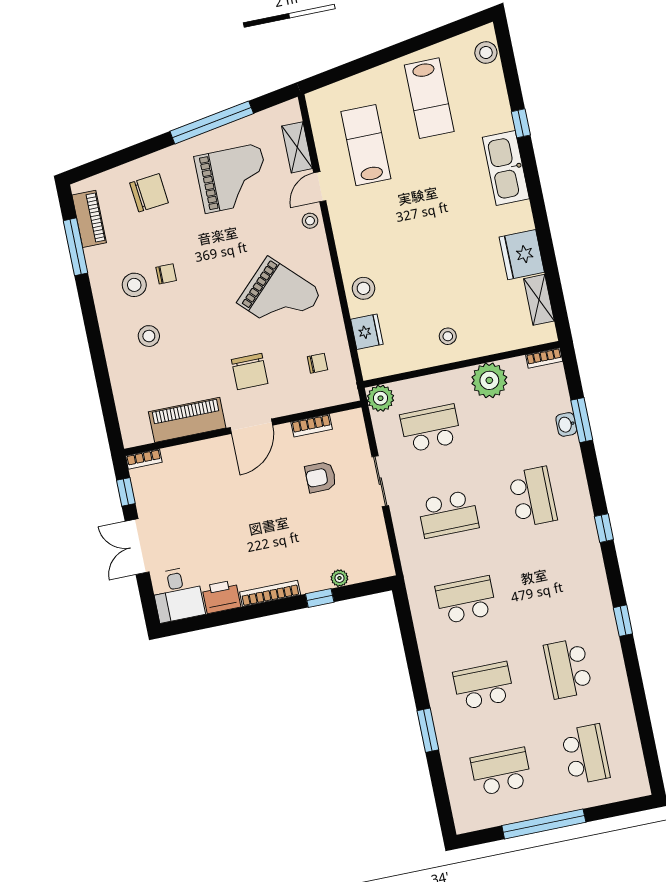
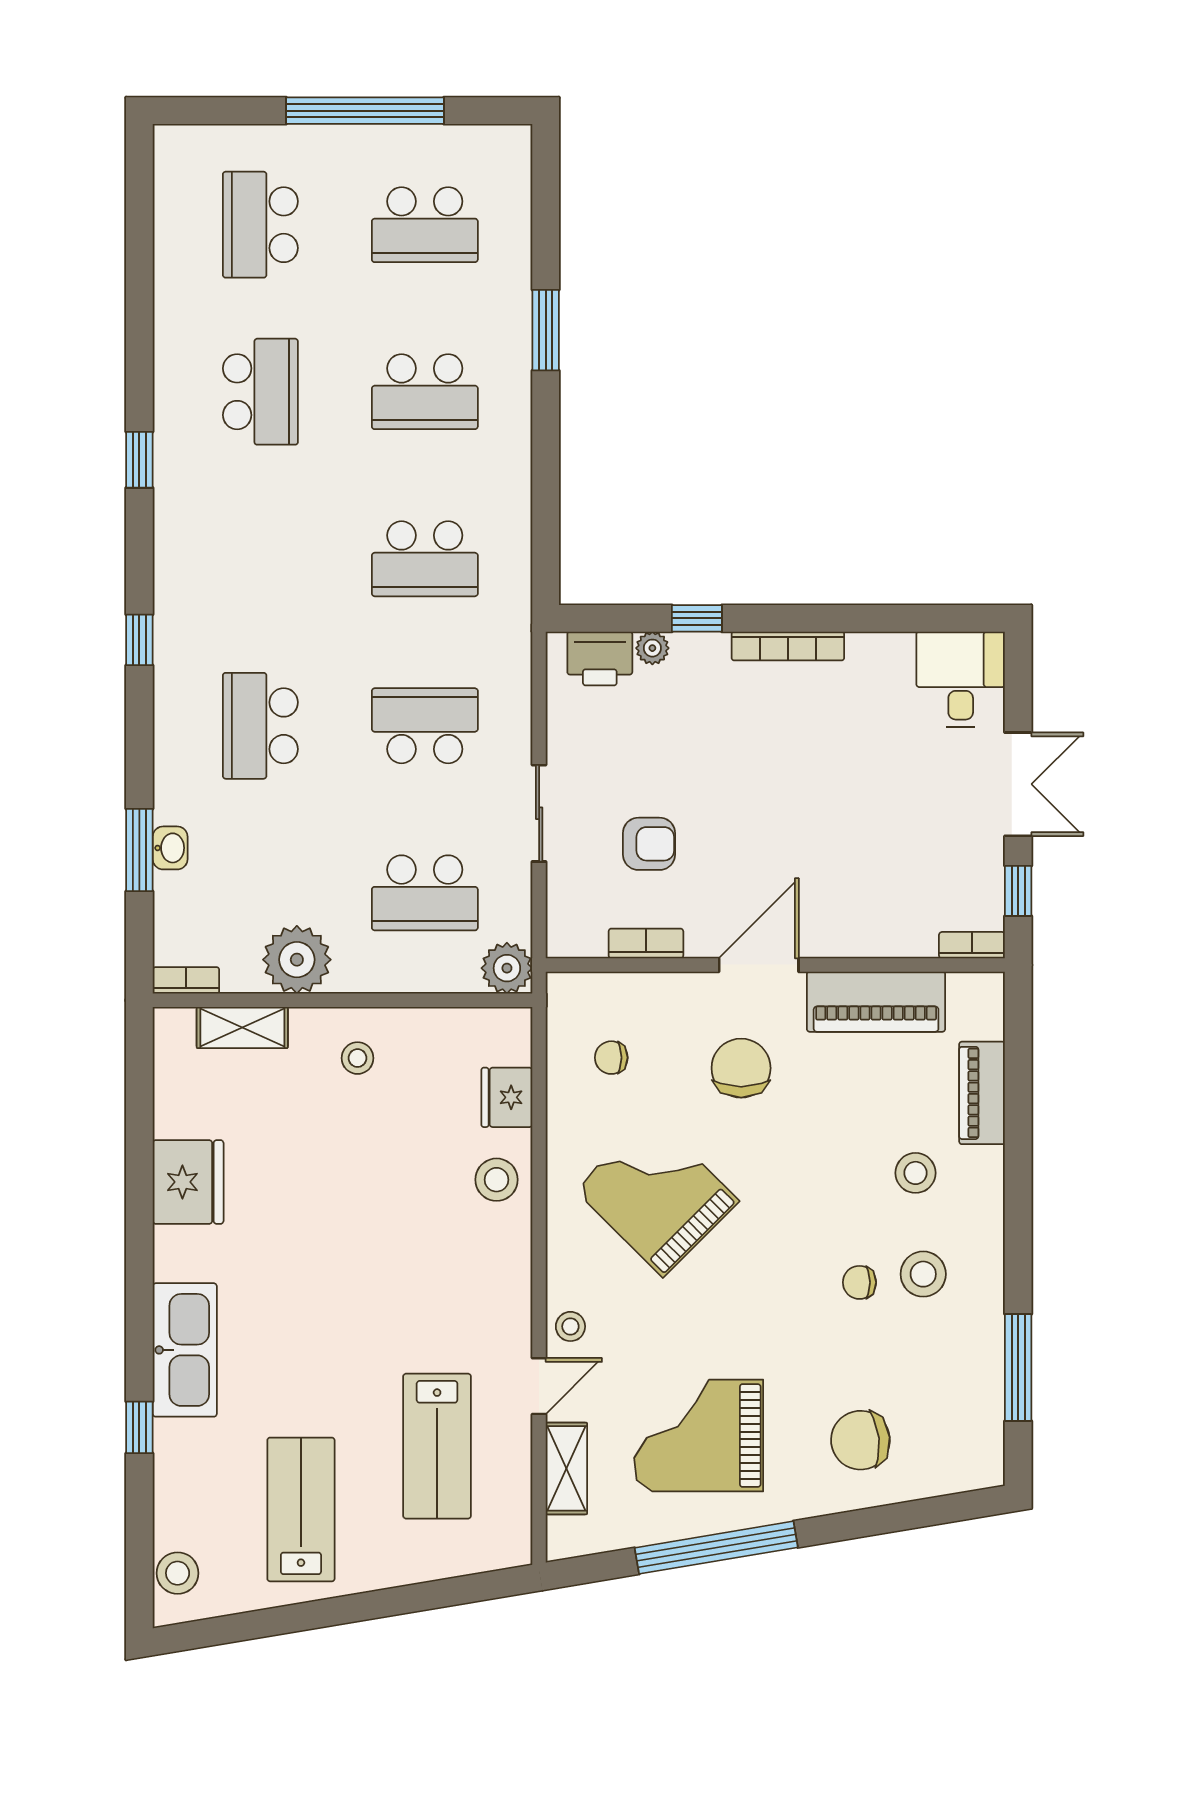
piano: (89, 219) -> (982, 1093), moved
shelving: (539, 300) -> (242, 1027), moved, turned 90
printer: (221, 597) -> (600, 658), moved

